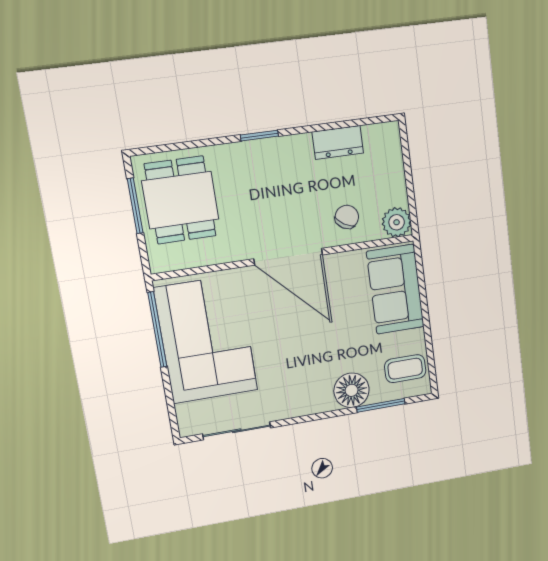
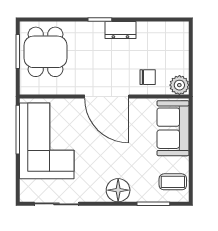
dresser: (338, 142) -> (120, 30), moved
chair: (347, 217) -> (148, 77), turned 59
floor lamp: (352, 390) -> (118, 190), moved

